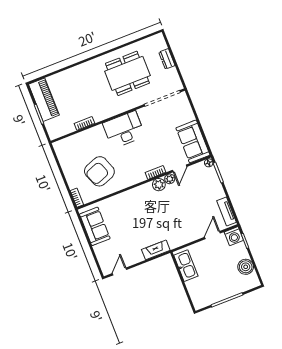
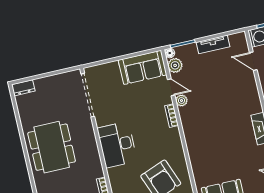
dresser: (167, 59) -> (23, 88), moved
dining table: (127, 73) -> (52, 147), moved
plant: (159, 185) -> (175, 65), moved
tv unit: (227, 211) -> (213, 44), moved

